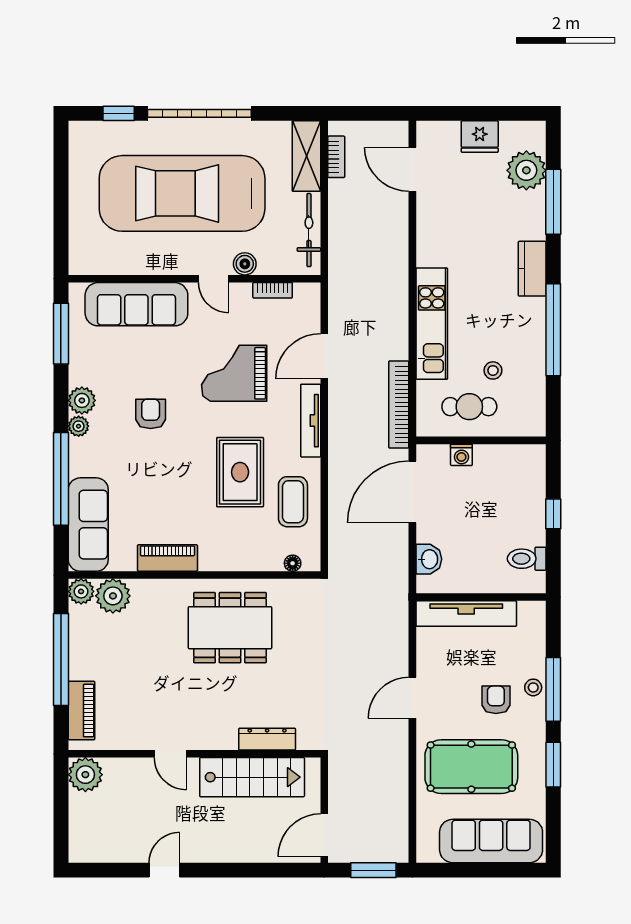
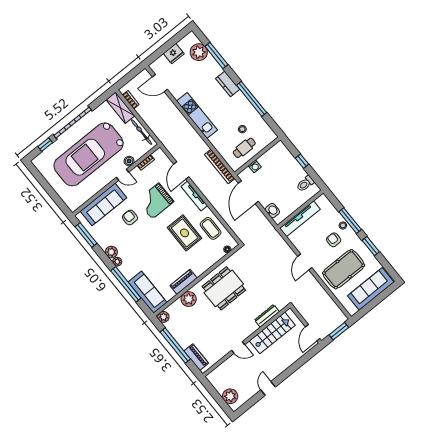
kitchen unit: (432, 324) -> (197, 116), moved
armchair: (151, 414) -> (130, 218), moved
plant: (113, 596) -> (189, 299), moved
plant: (85, 775) -> (230, 396), moved

